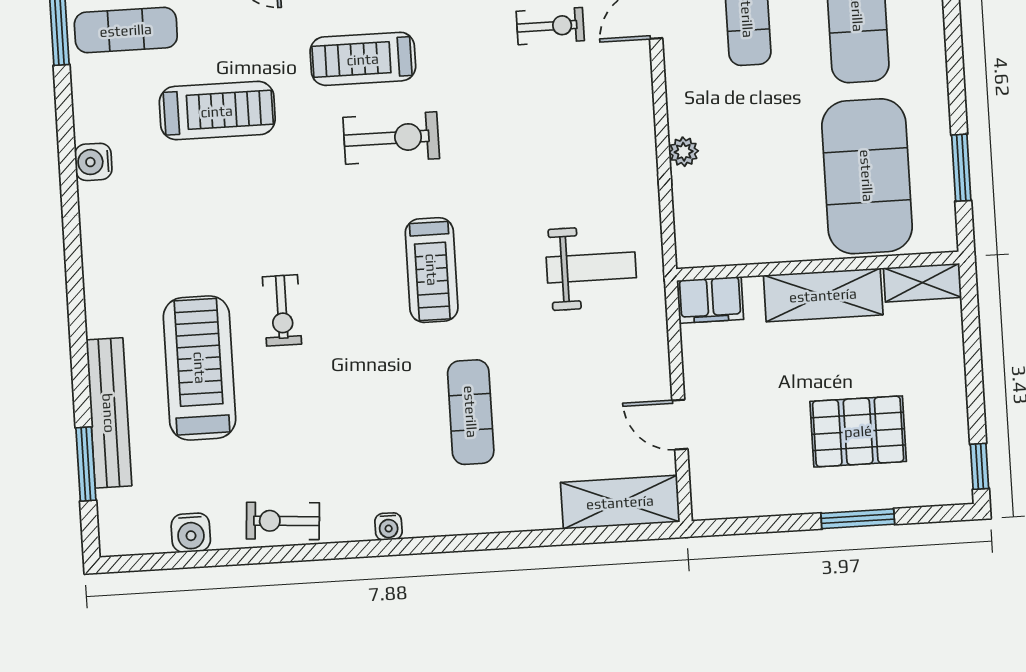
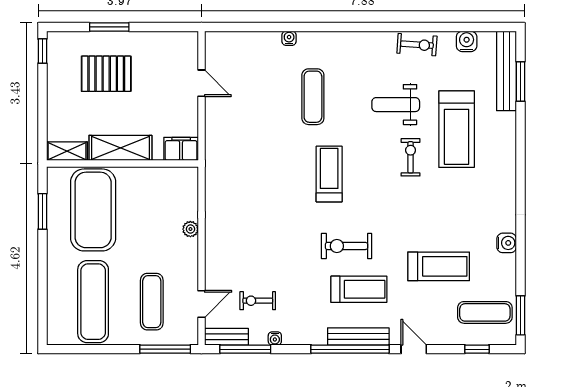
treadmill: (217, 111) -> (439, 266), turned 180
weight bench: (591, 267) -> (396, 105), moved
bench: (109, 413) -> (506, 71), moved
shelving: (620, 502) -> (236, 44), removed
water cooler: (388, 526) -> (289, 38), moved

